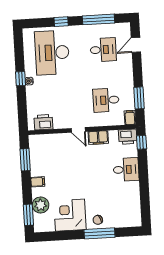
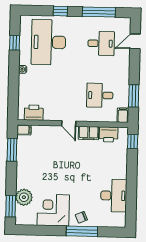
window: (21, 79) -> (15, 43), moved
printer: (128, 137) -> (109, 134), moved
desk: (126, 169) -> (114, 196), moved, width x1.37
filing cabinet: (38, 182) -> (24, 130), moved

